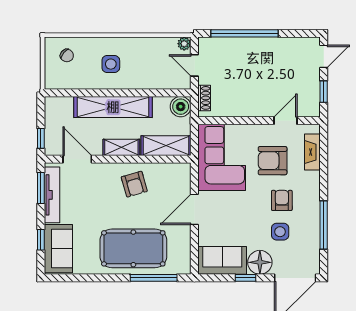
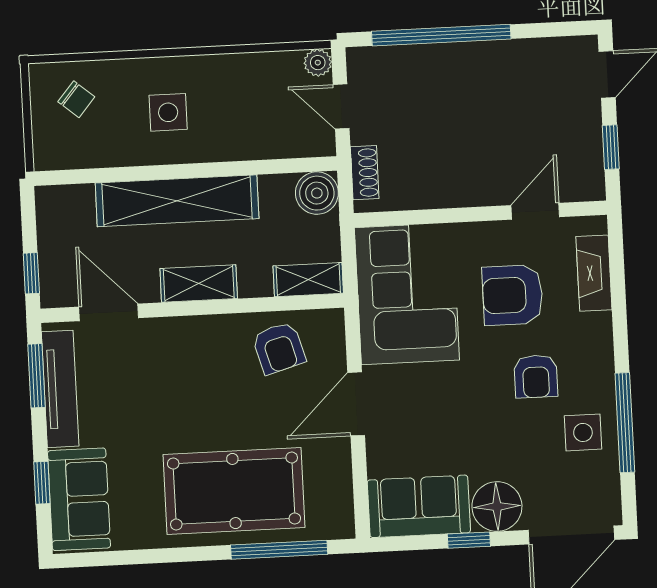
shelving: (166, 146) -> (308, 280), width x0.67, depth x0.75
armchair: (134, 184) -> (279, 348), moved
armchair: (282, 200) -> (536, 376), turned 180
side table: (280, 232) -> (583, 432), moved

